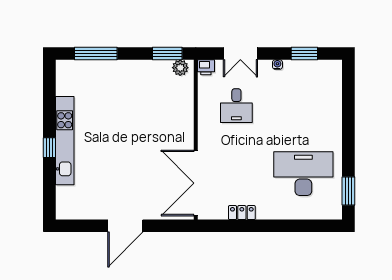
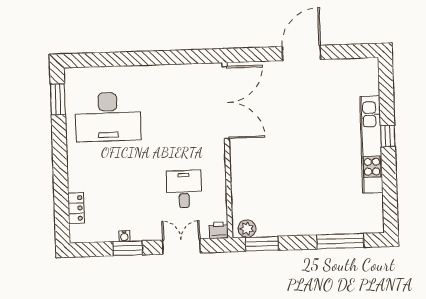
window: (304, 53) -> (128, 248), moved
water cooler: (277, 65) -> (124, 236), moved
locker: (242, 213) -> (76, 208), moved, turned -90

